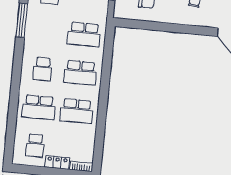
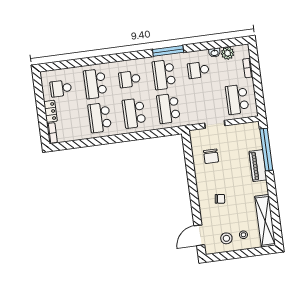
school desk: (46, 31) -> (164, 75), added

